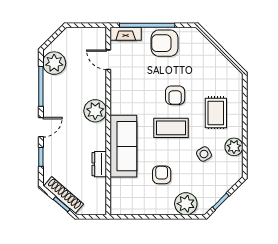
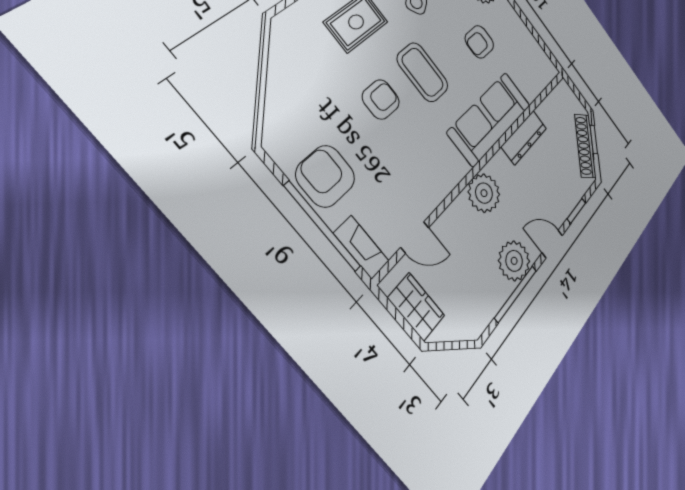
wardrobe: (82, 36) -> (416, 307), added
armchair: (165, 43) -> (326, 176), turned 180
door: (108, 60) -> (415, 237), hinge flipped
plant: (54, 63) -> (514, 261), moved
dresser: (99, 164) -> (524, 137), width x1.44

